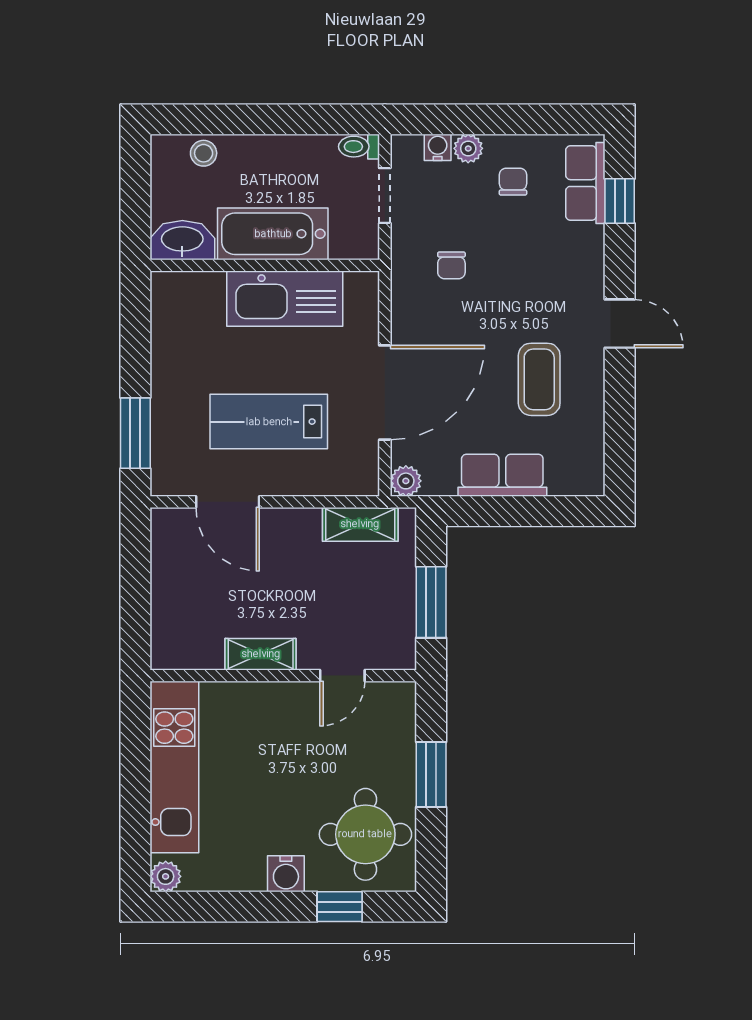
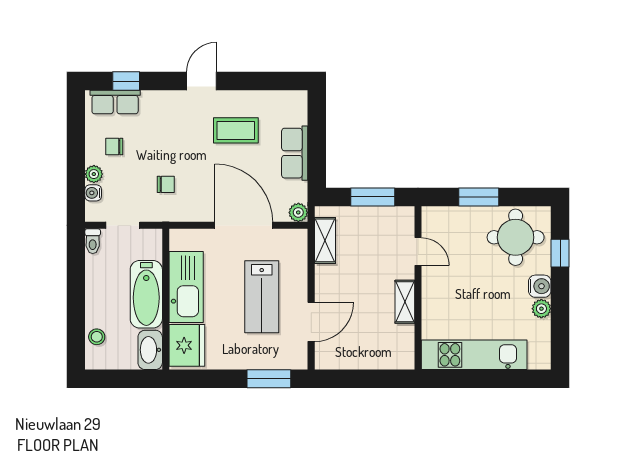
fridge: (190, 300) -> (187, 345), added
plant: (166, 876) -> (541, 309), moved

